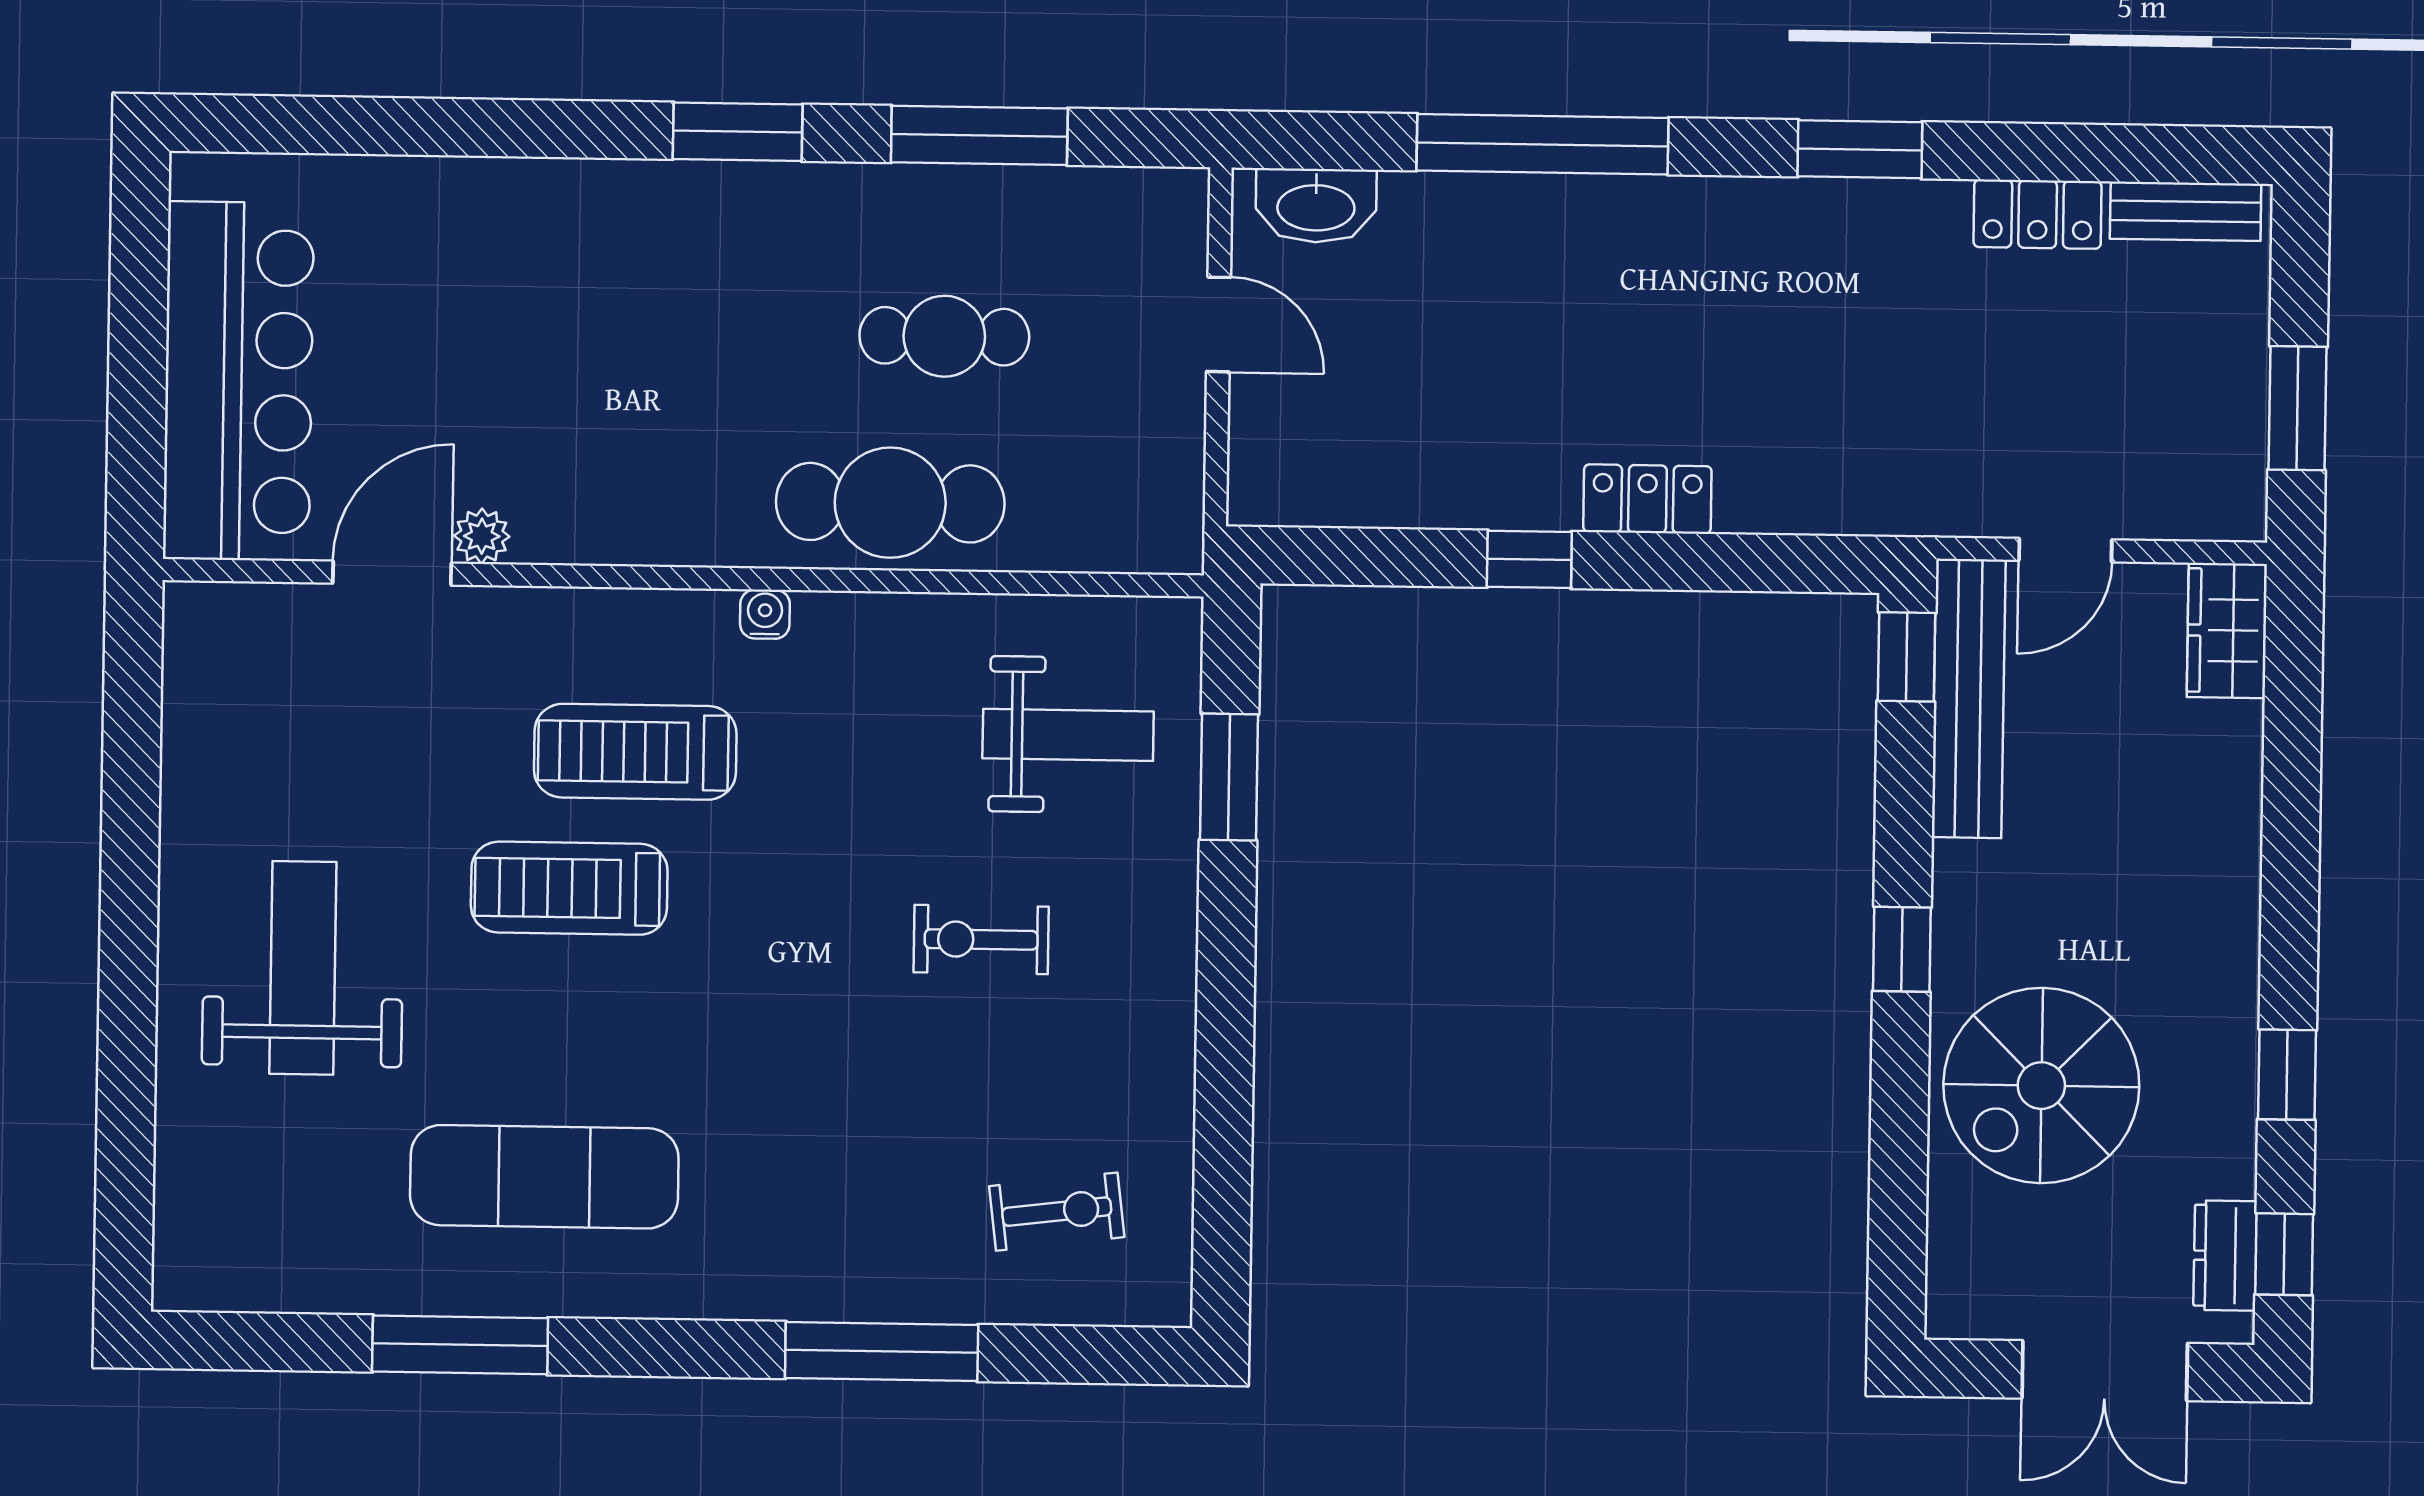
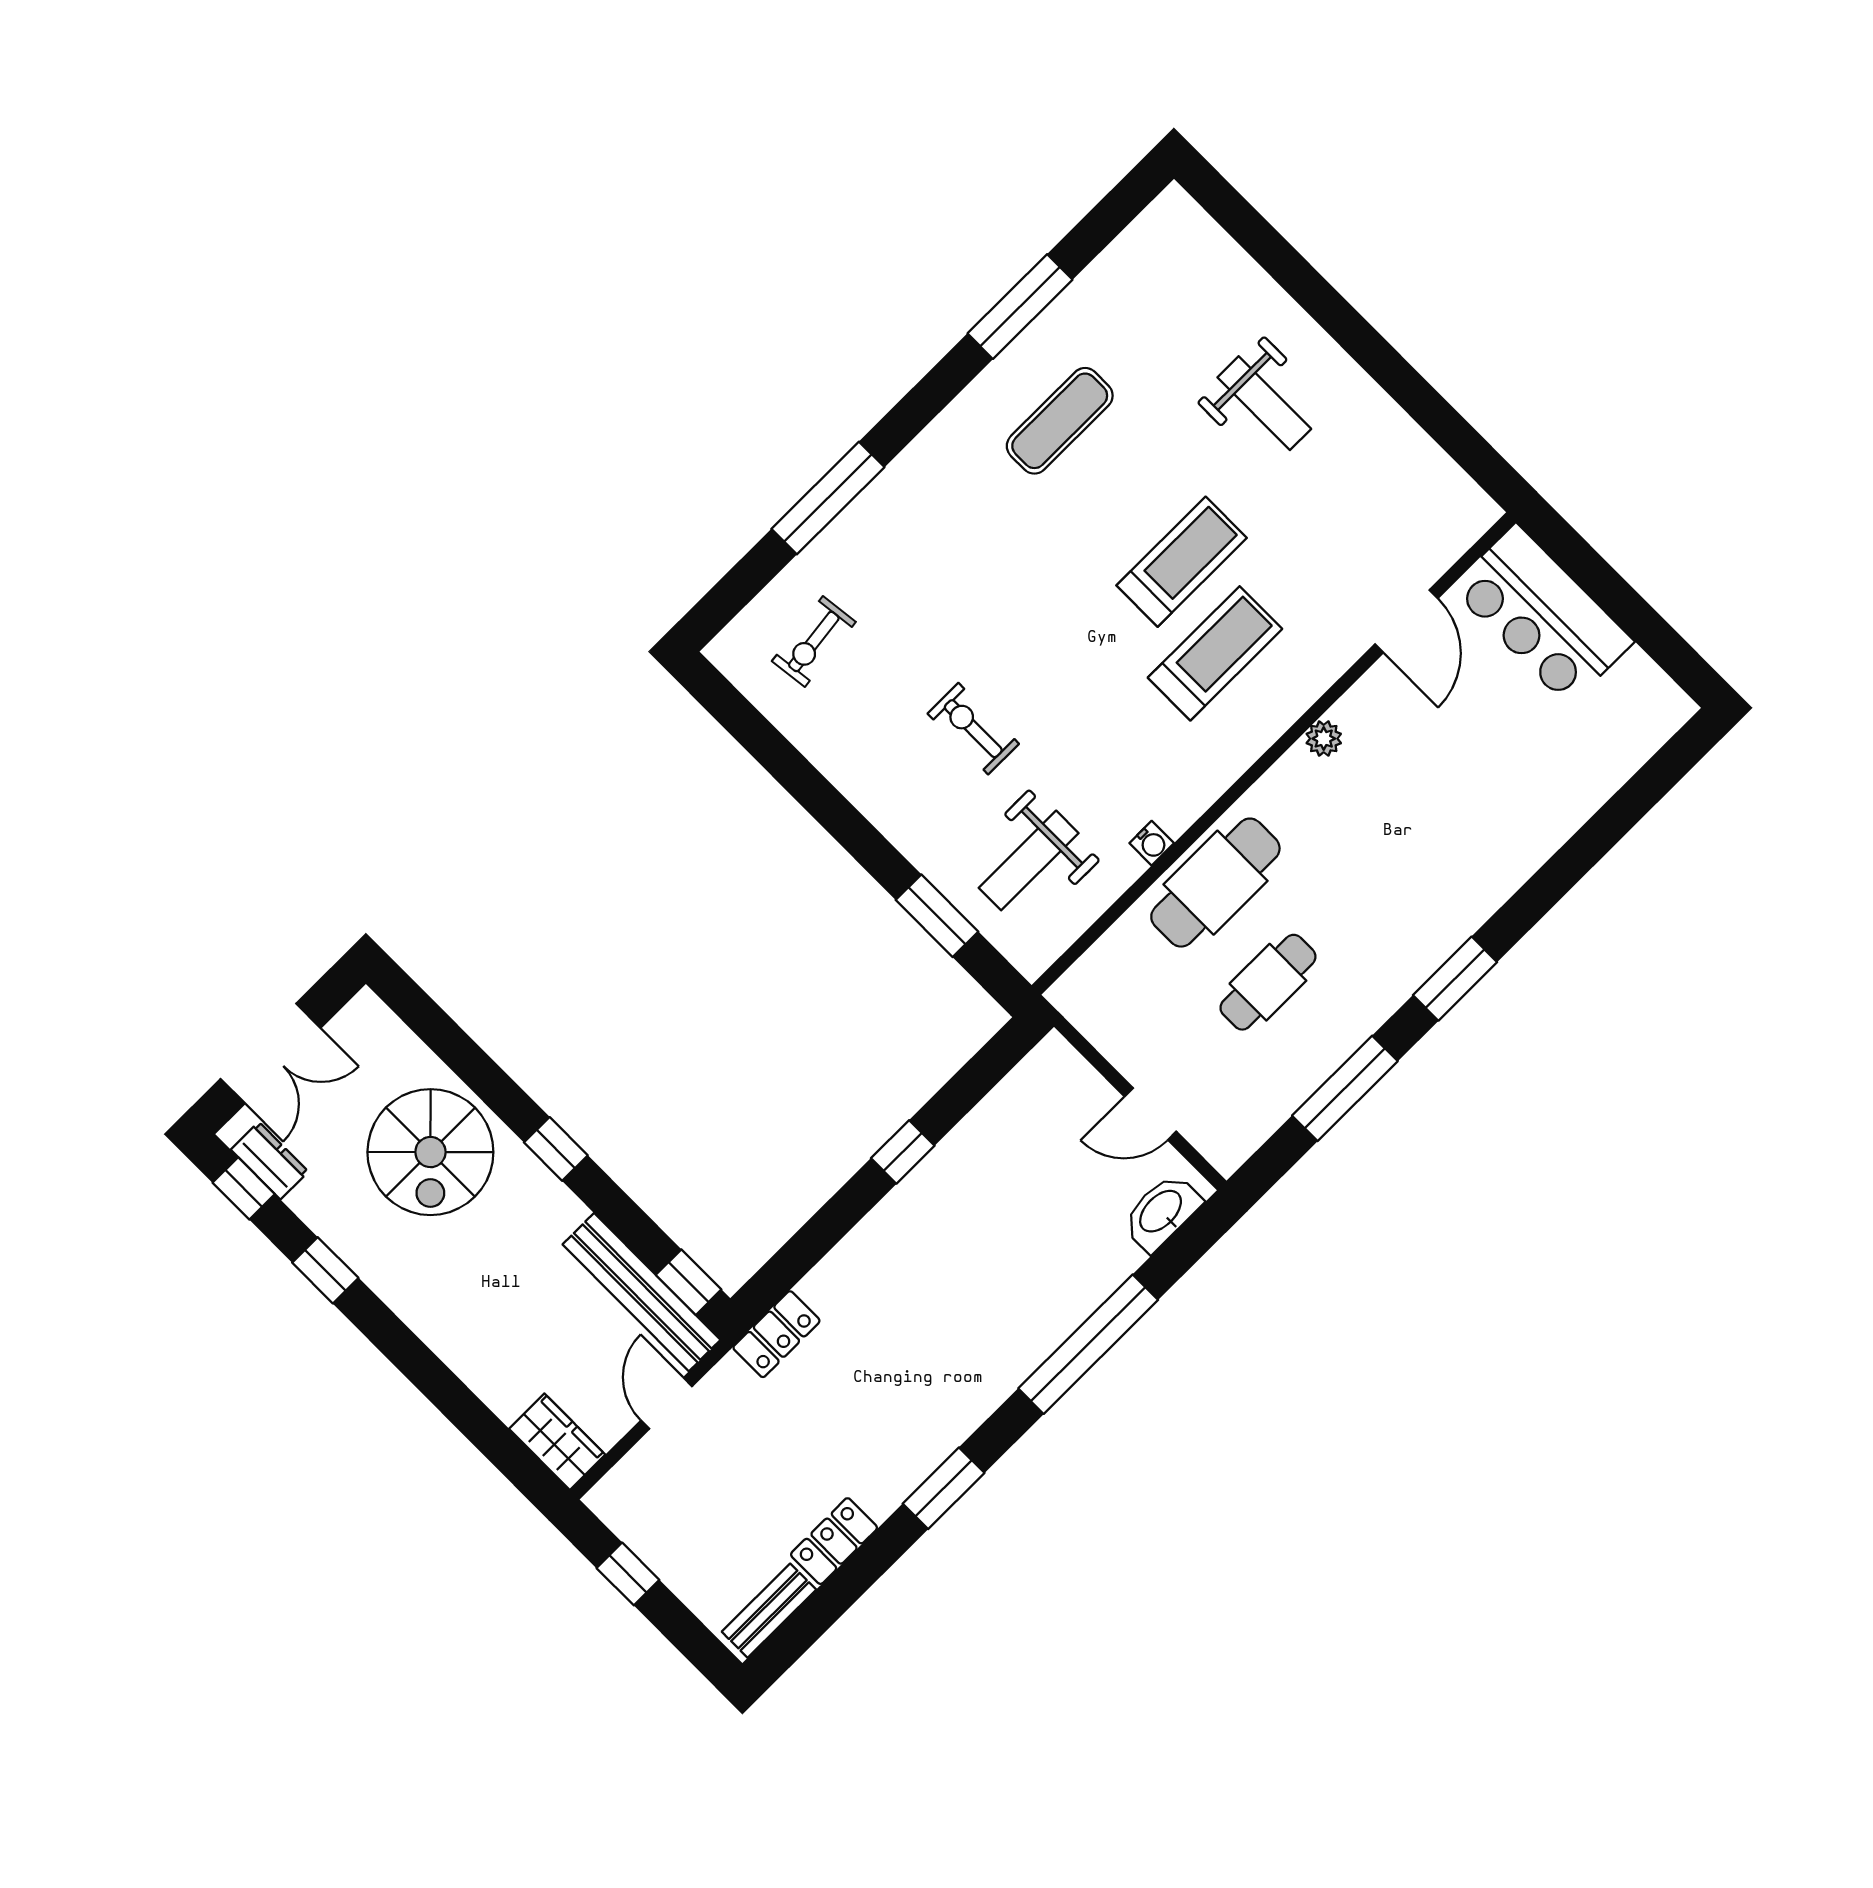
bar counter: (238, 381) -> (1542, 615), width x0.73
window: (2297, 408) -> (628, 1574), width x0.67
locker: (1647, 499) -> (776, 1334), moved
plant: (482, 536) -> (1324, 739), moved
water cooler: (765, 614) -> (1152, 843), moved
exercise bike: (981, 939) -> (973, 729), turned -90
weight bench: (303, 968) -> (1264, 403), width x0.73, depth x0.75
spiral stairs: (2041, 1086) -> (430, 1152), turned 180
exercise mat: (544, 1177) -> (1060, 421), width x0.73, depth x0.69
double door: (2105, 1371) -> (271, 1053), swing flipped

